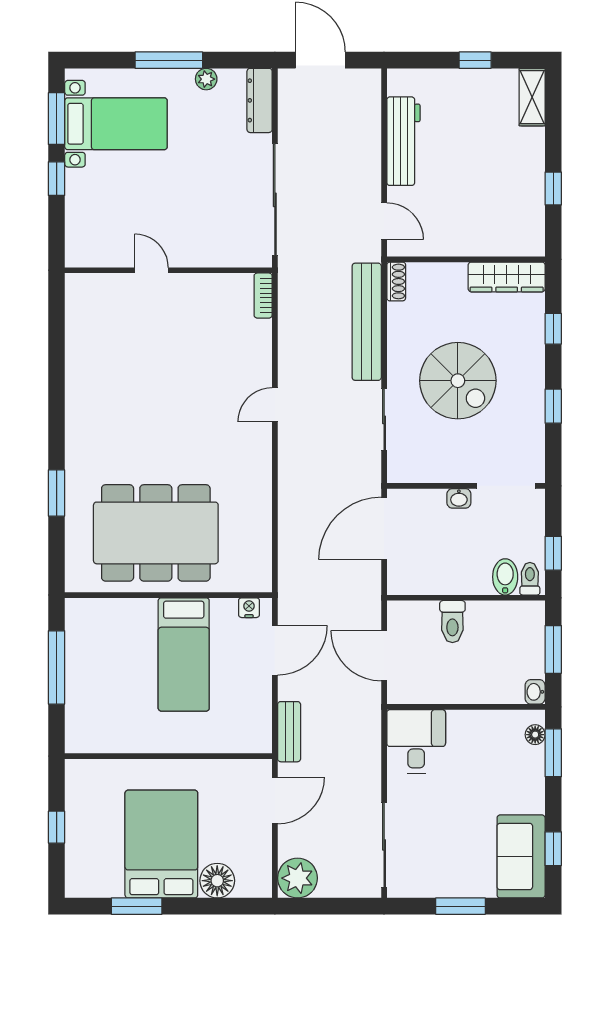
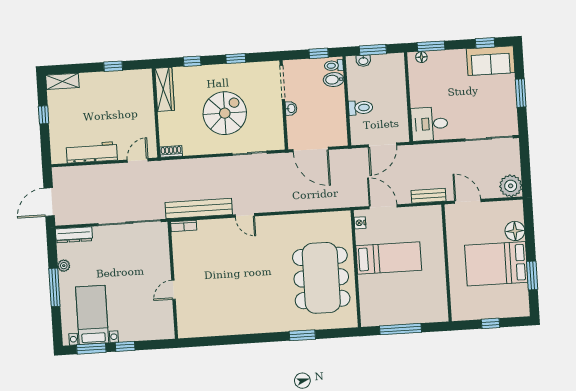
bench: (367, 322) -> (199, 208), moved
washbasin: (535, 692) -> (363, 61), moved

